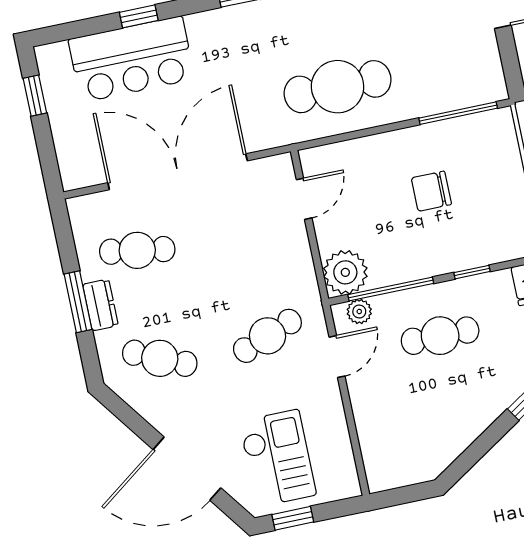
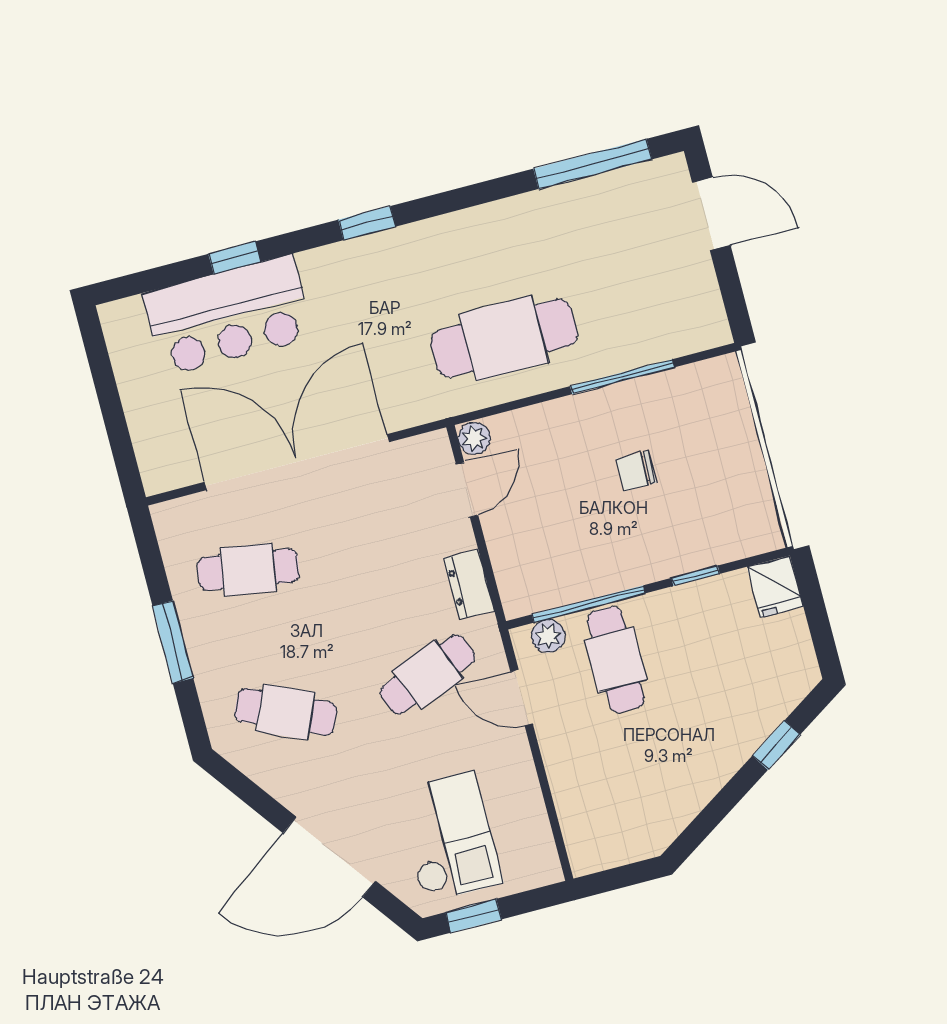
window: (35, 96) -> (102, 370), removed
window: (458, 113) -> (622, 377), moved
chair: (431, 191) -> (636, 471), width x0.73, depth x0.73
plant: (345, 272) -> (474, 438), moved, width x0.53, depth x0.53
dresser: (100, 305) -> (469, 584), moved, turned 180
cafe table: (440, 336) -> (616, 660), moved, turned 90
door: (337, 357) -> (522, 697), swing flipped

